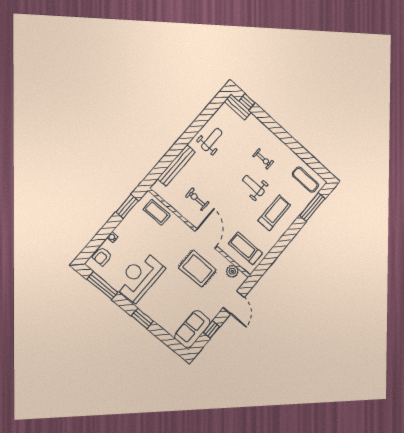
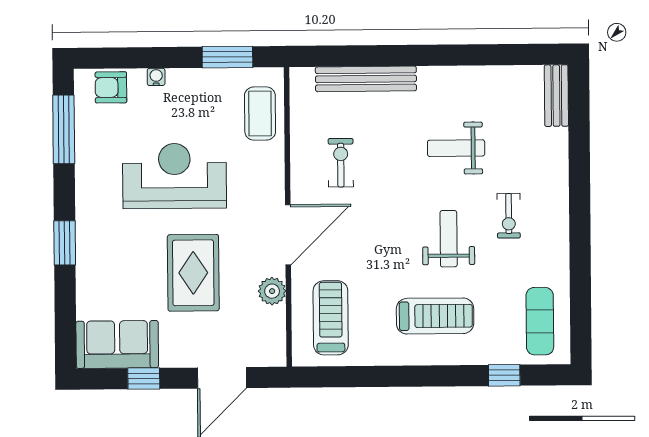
window: (247, 102) -> (579, 103), removed
weight bench: (212, 140) -> (456, 148), moved, turned 180
window: (312, 207) -> (504, 375), width x0.46
rug: (197, 269) -> (193, 273), moved
plant: (232, 271) -> (272, 291), moved
reception desk: (140, 277) -> (174, 176), moved

